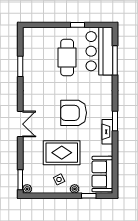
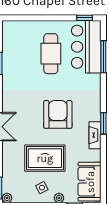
window: (77, 25) -> (85, 18), moved
armchair: (74, 113) -> (58, 114), turned 90

